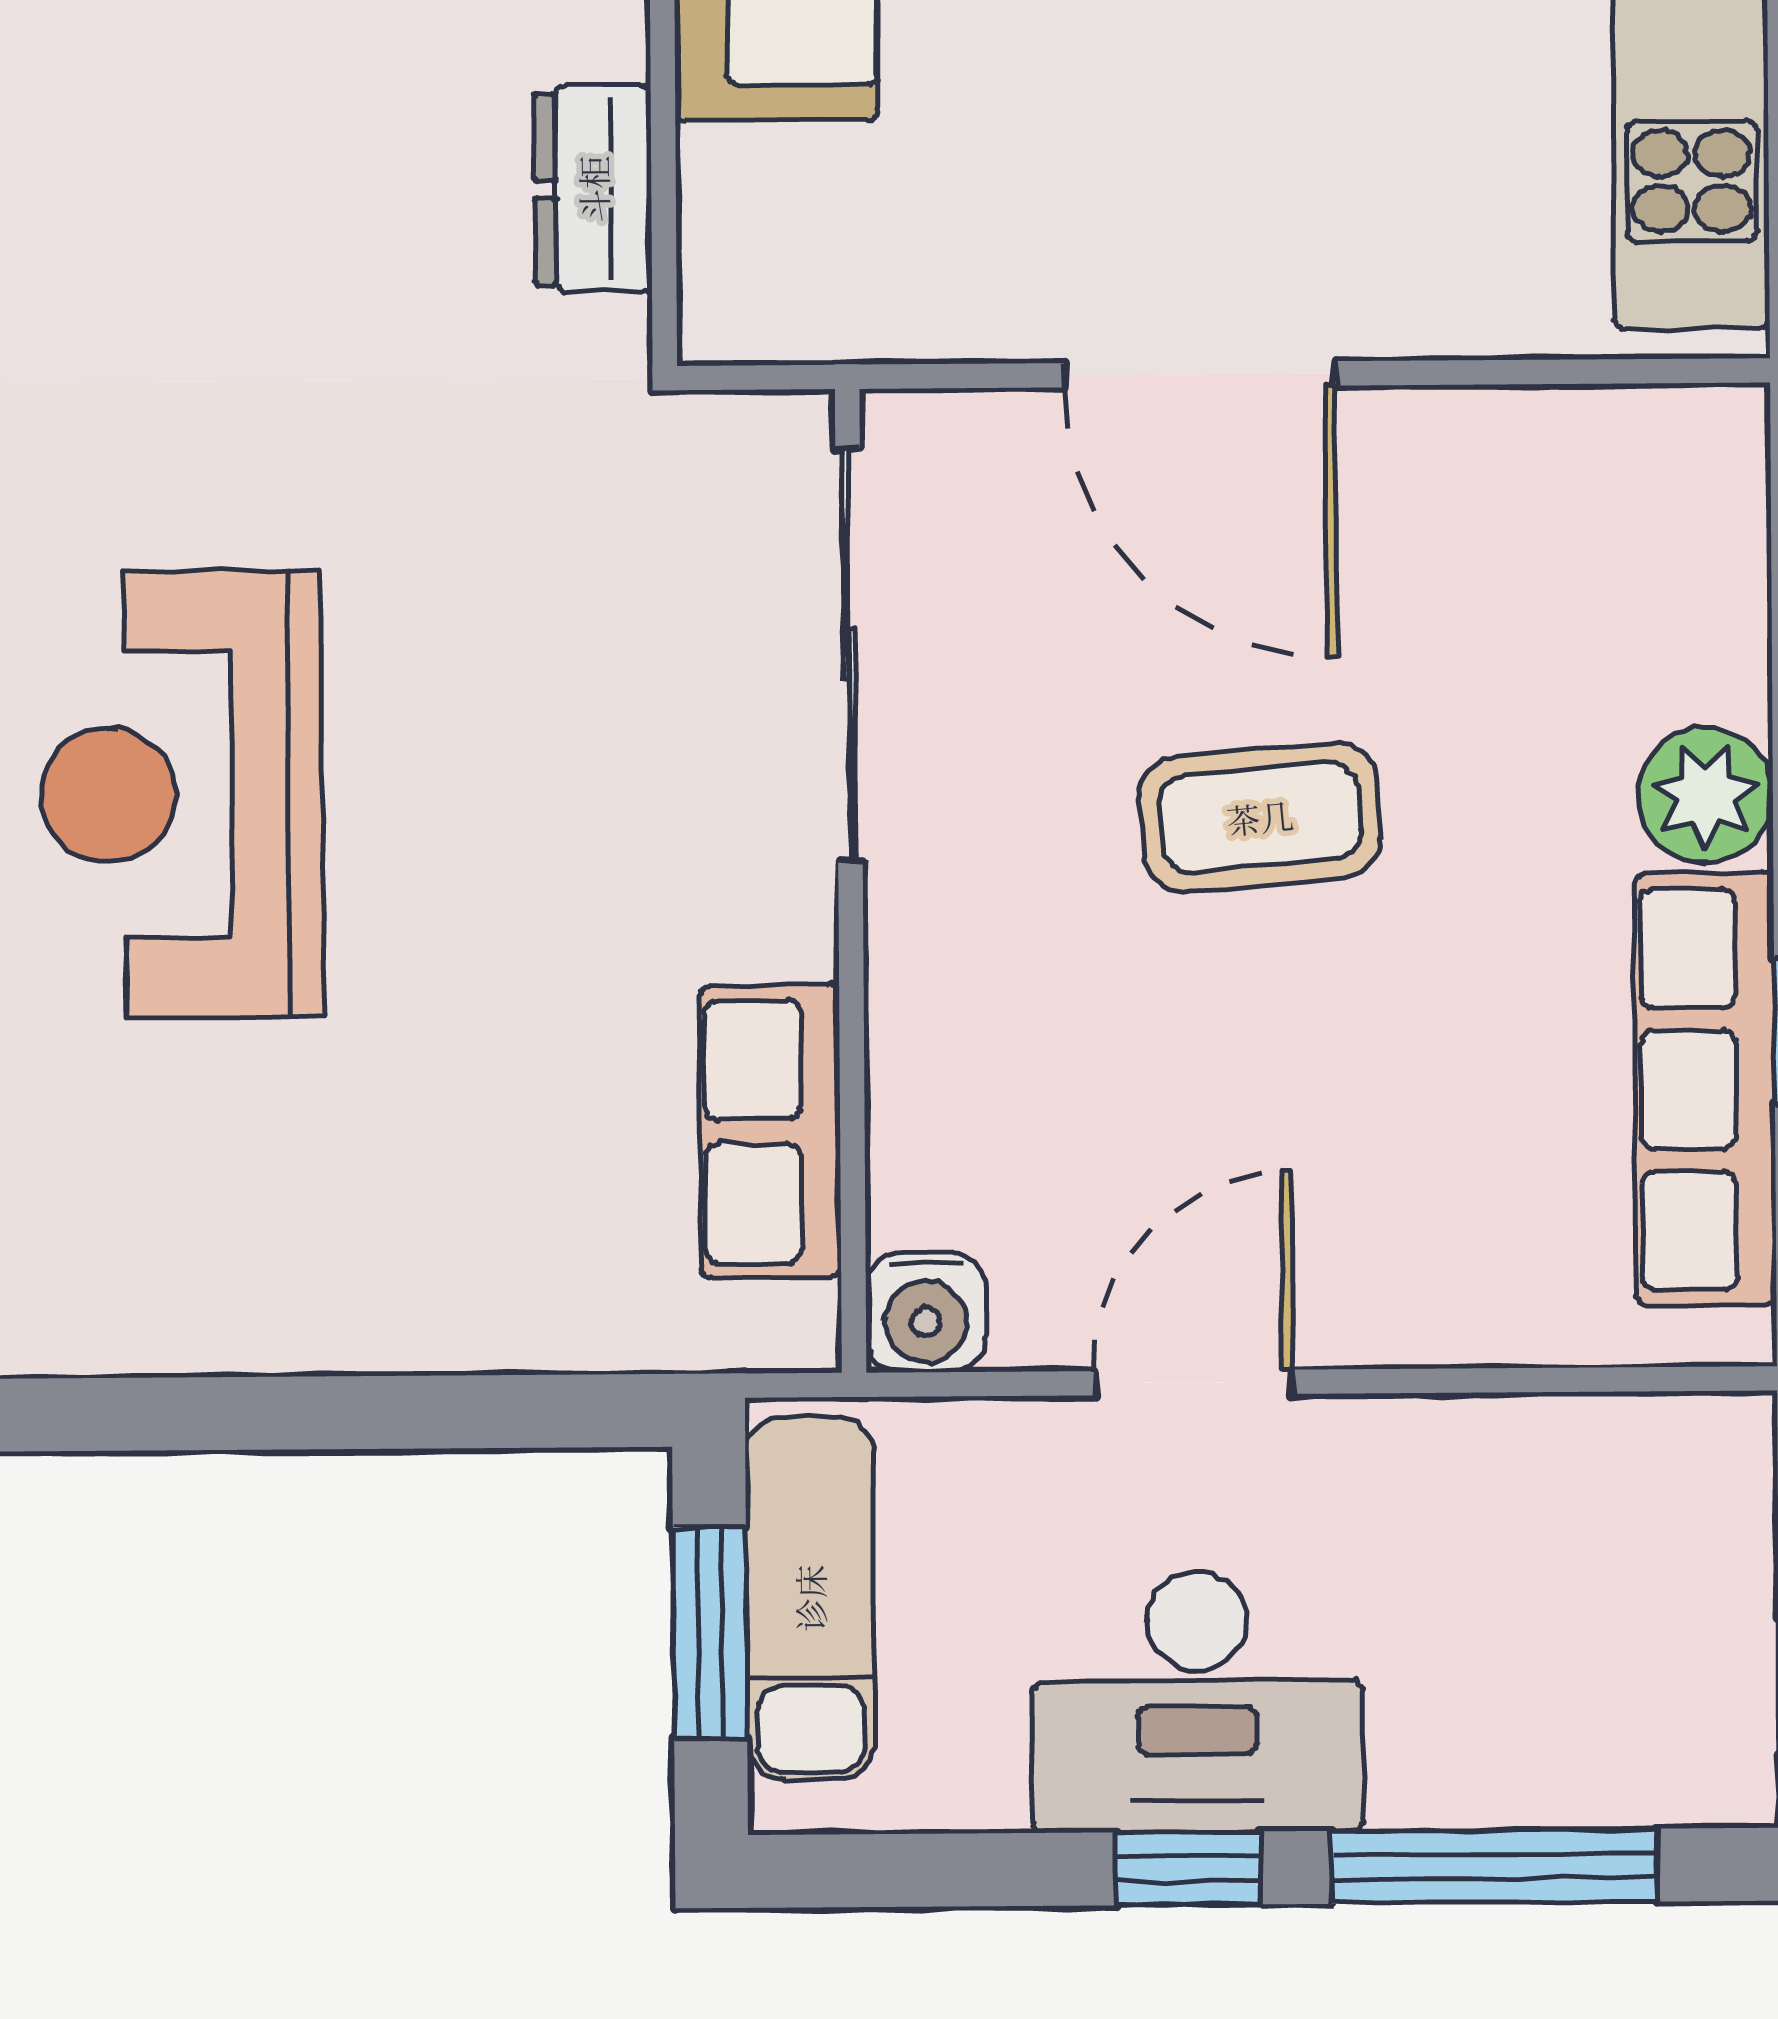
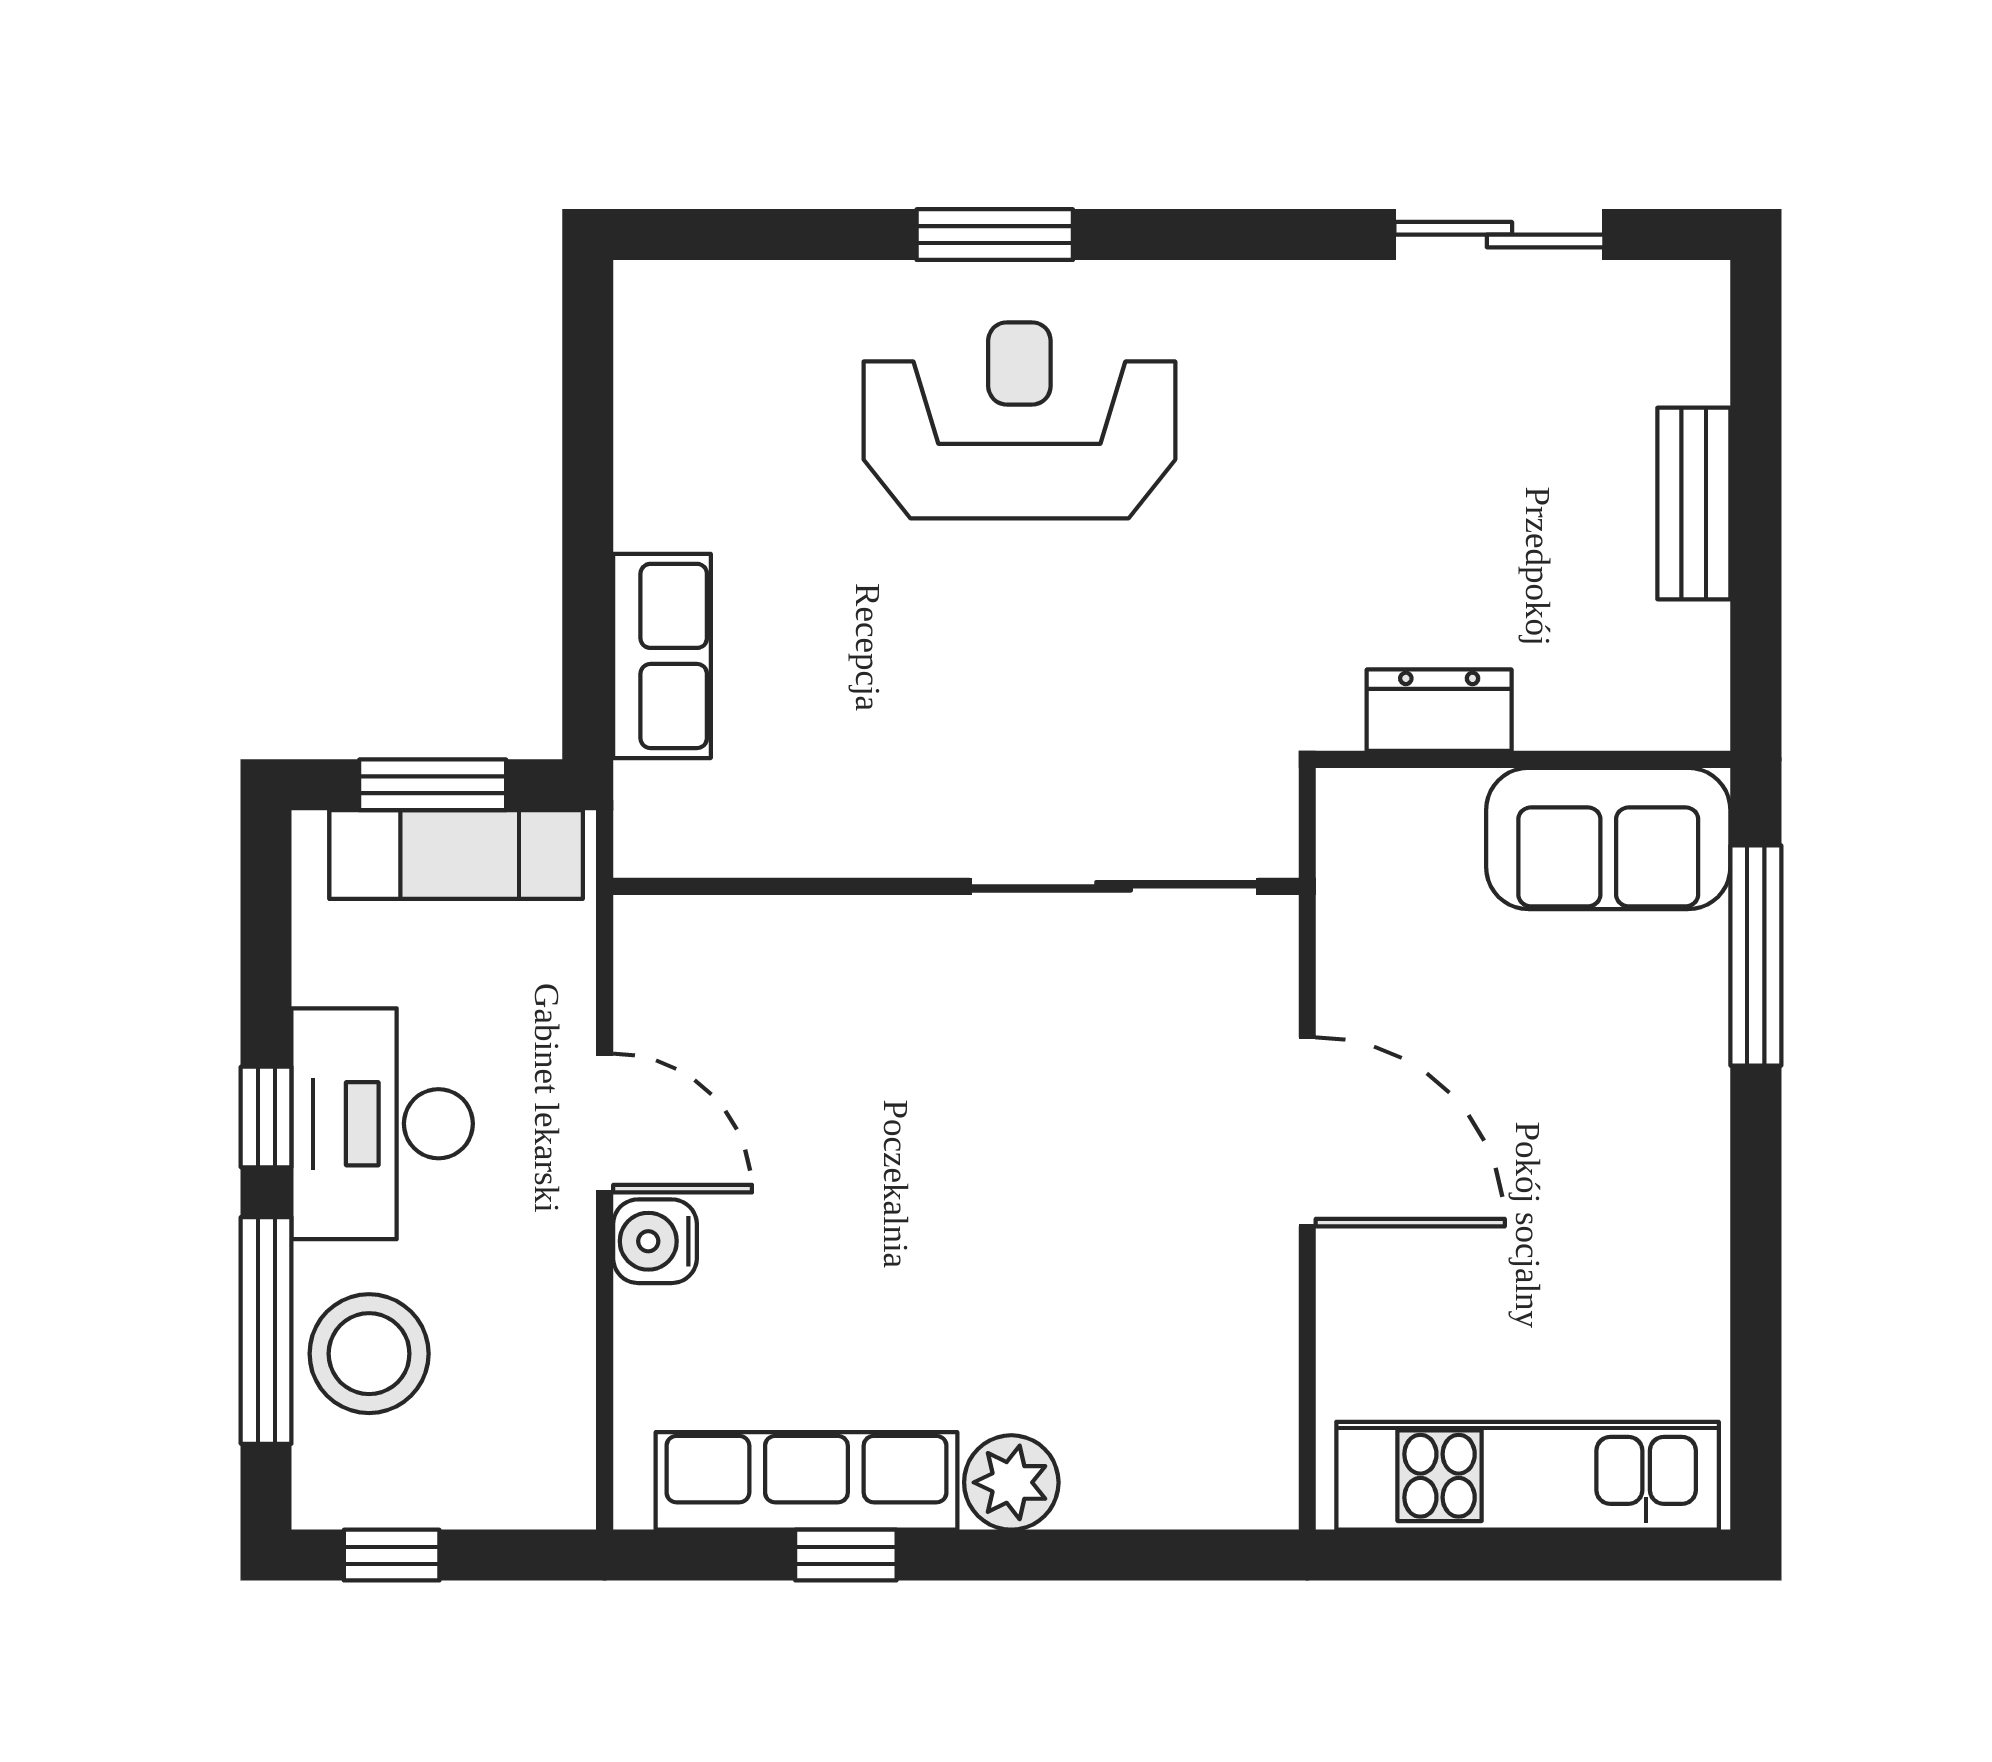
door: (1199, 374) -> (1307, 1132), swing flipped
coffee table: (1260, 817) -> (998, 1172), removed
row of seats: (770, 1131) -> (662, 656), moved, turned 90
water cooler: (926, 1312) -> (655, 1241), moved
stool: (1527, 1718) -> (369, 1354), added

